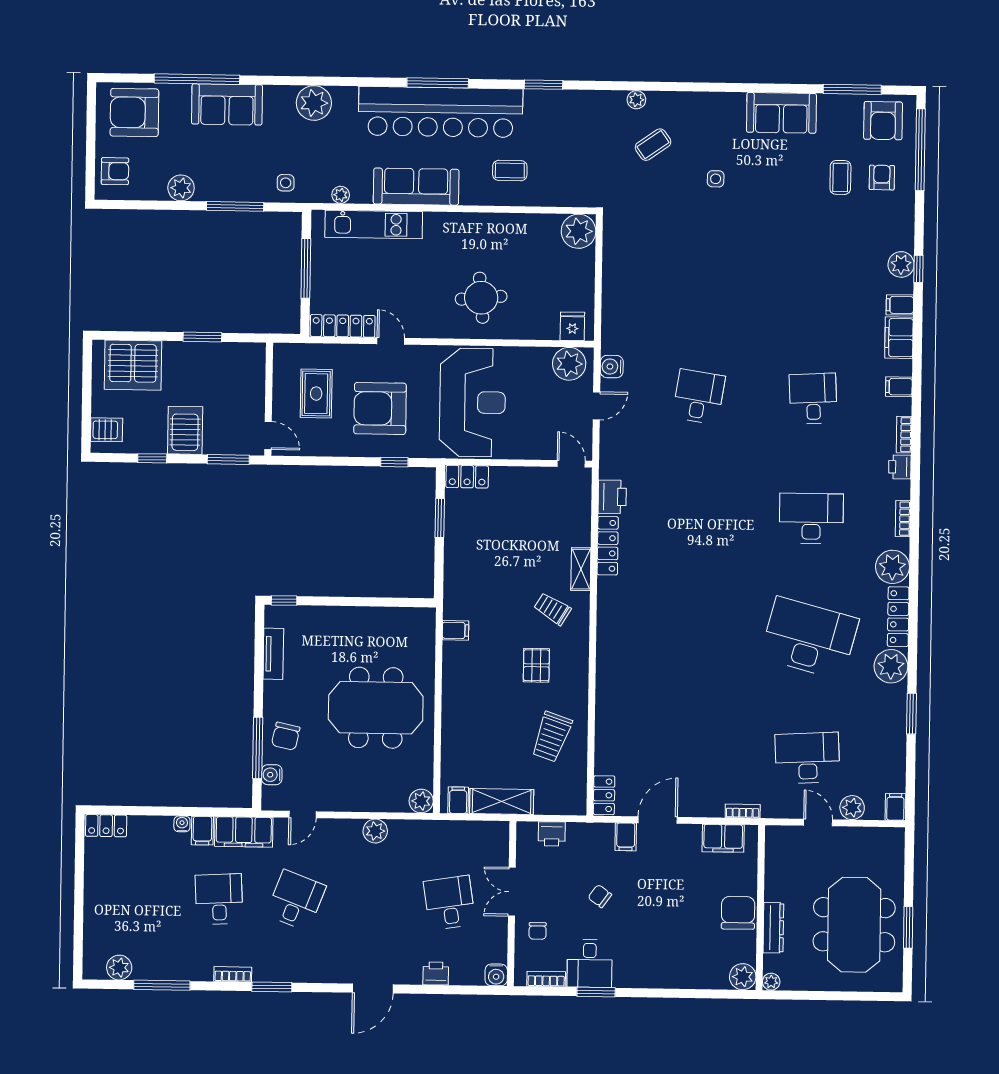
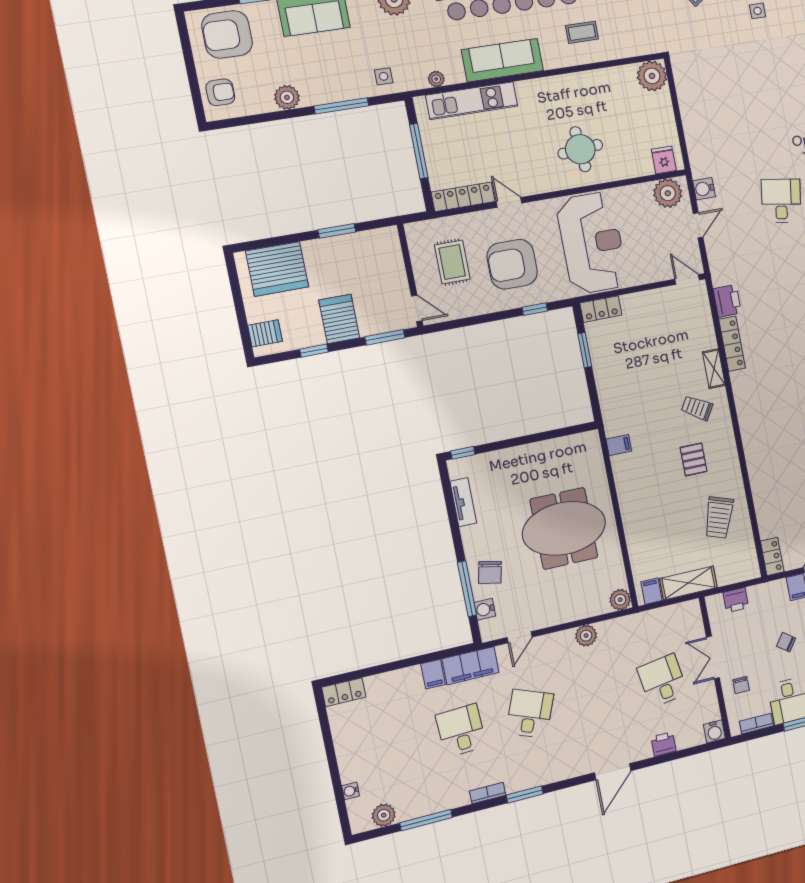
water cooler: (182, 824) -> (351, 791), moved, turned -90

